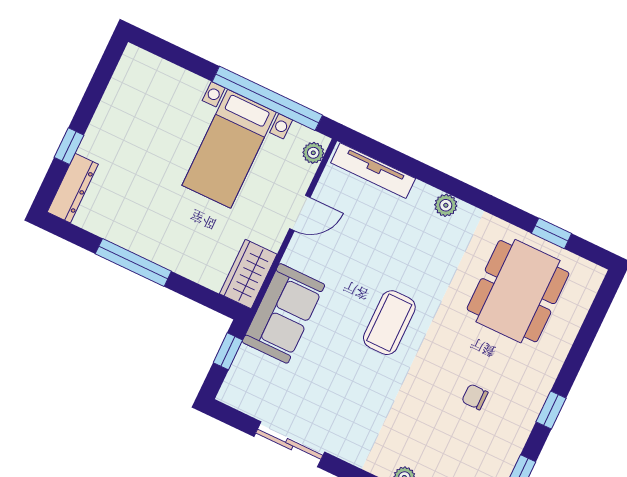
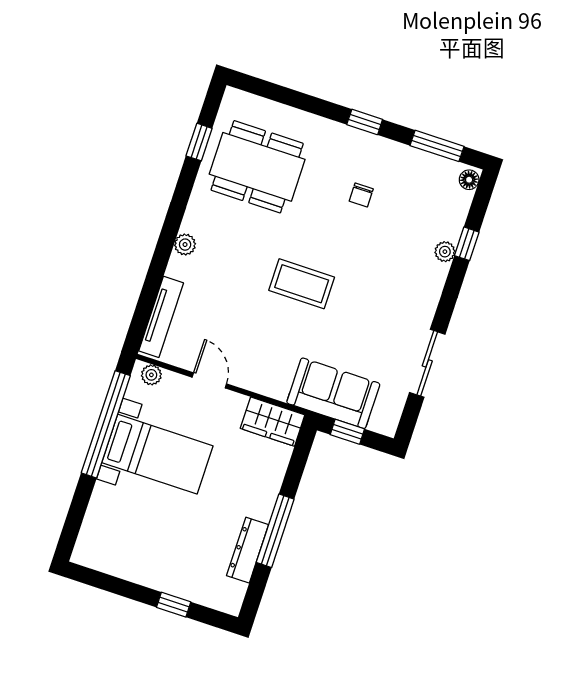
dresser: (73, 188) -> (248, 550), moved, turned -90
sofa: (283, 313) -> (333, 393), moved

